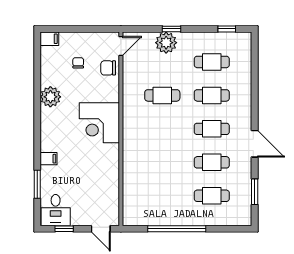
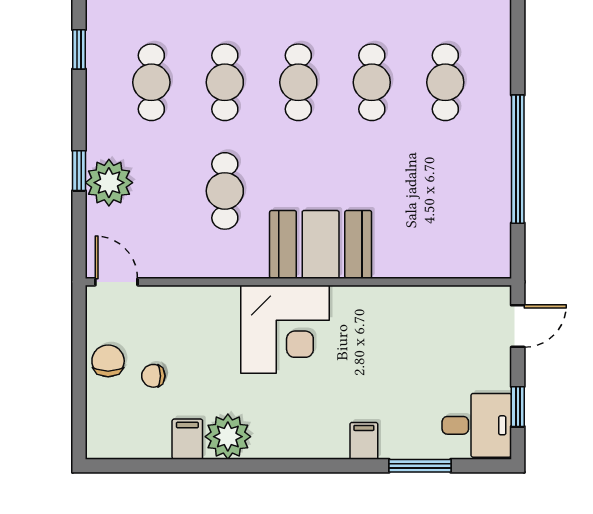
filing cabinet: (49, 39) -> (187, 439), moved
chair: (108, 68) -> (108, 361), moved, turned 180
booth: (138, 139) -> (321, 244), added

